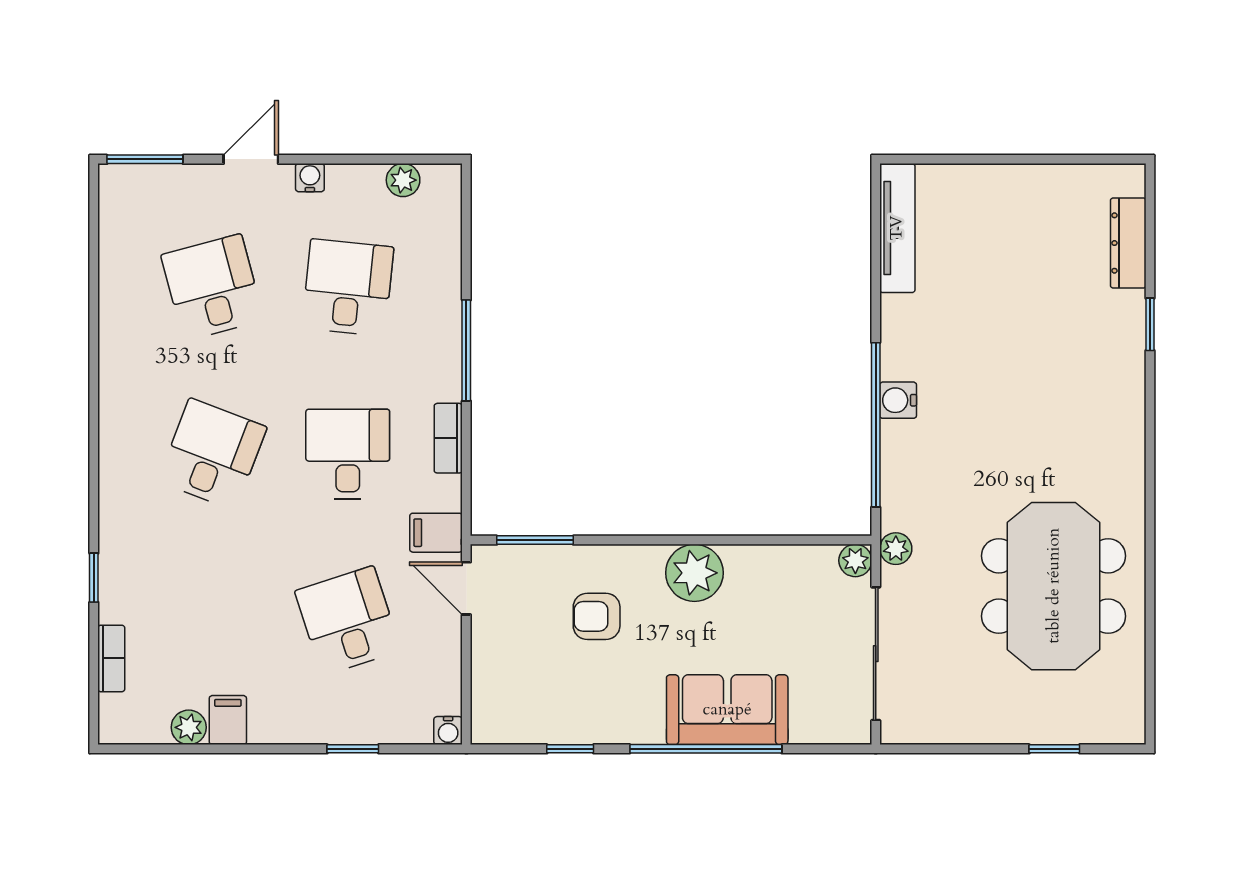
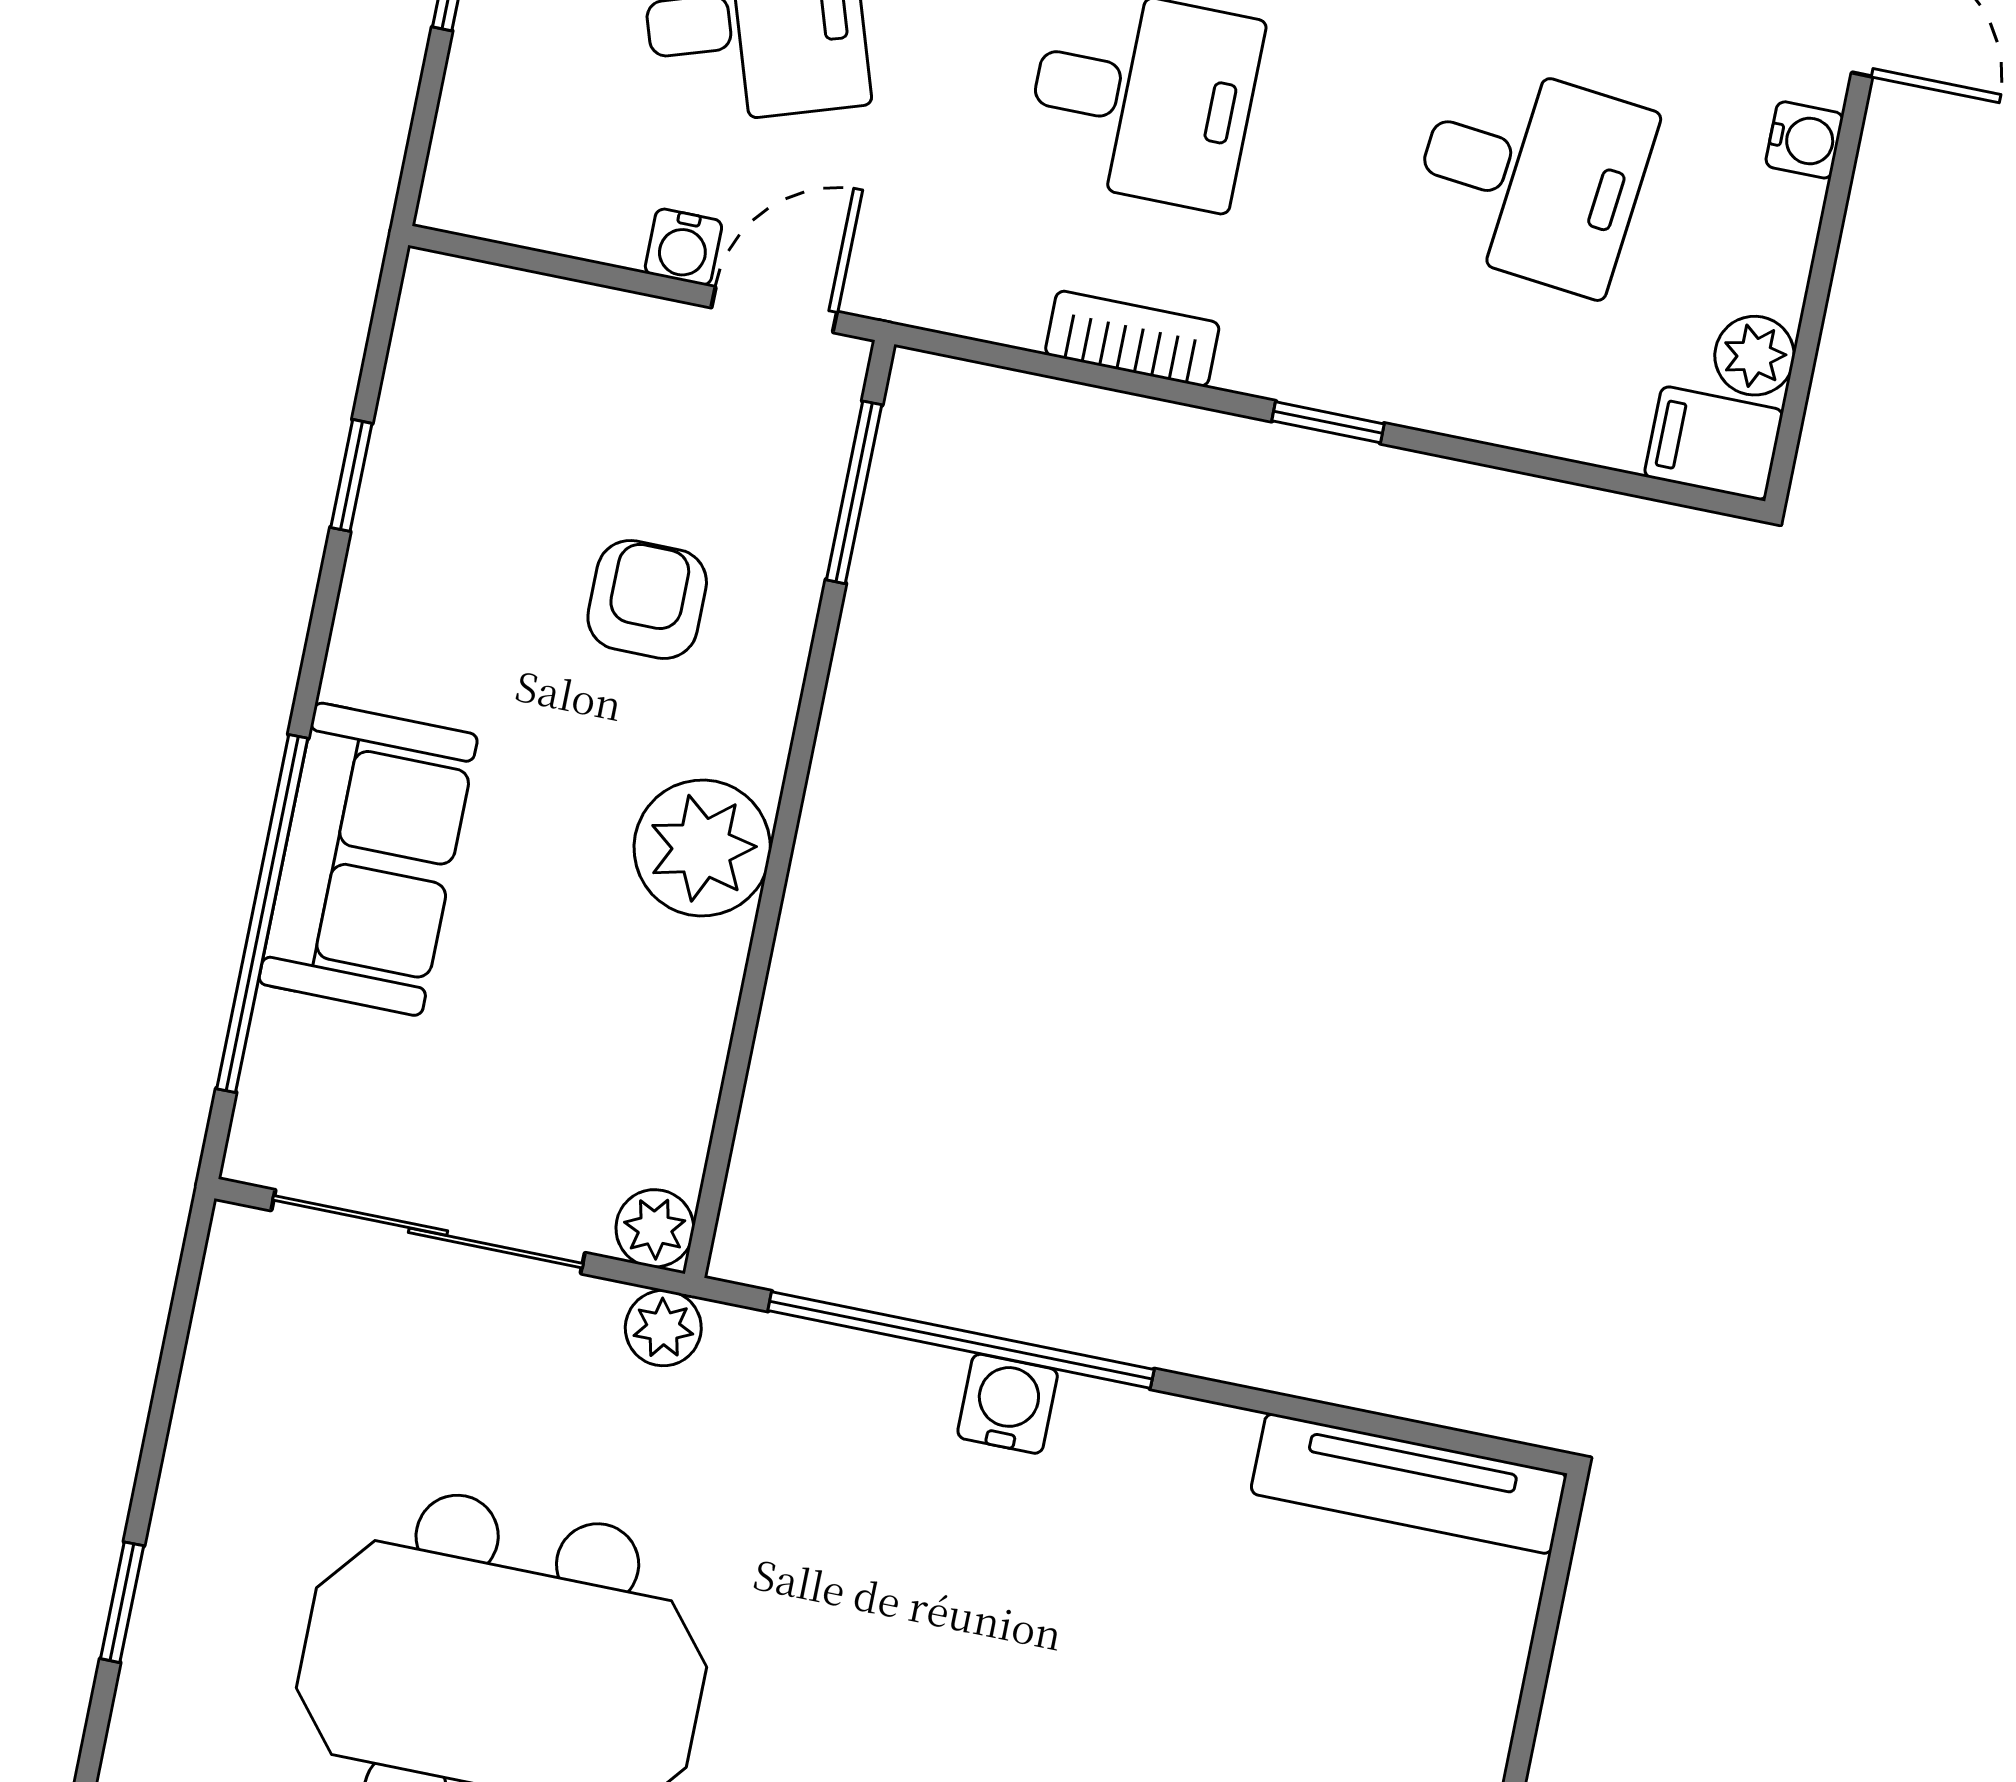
window: (466, 350) -> (1328, 422), width x0.46
filing cabinet: (436, 533) -> (1714, 443), moved, turned -90
water cooler: (448, 731) -> (683, 247), moved, turned -90
window: (706, 749) -> (262, 914), moved

